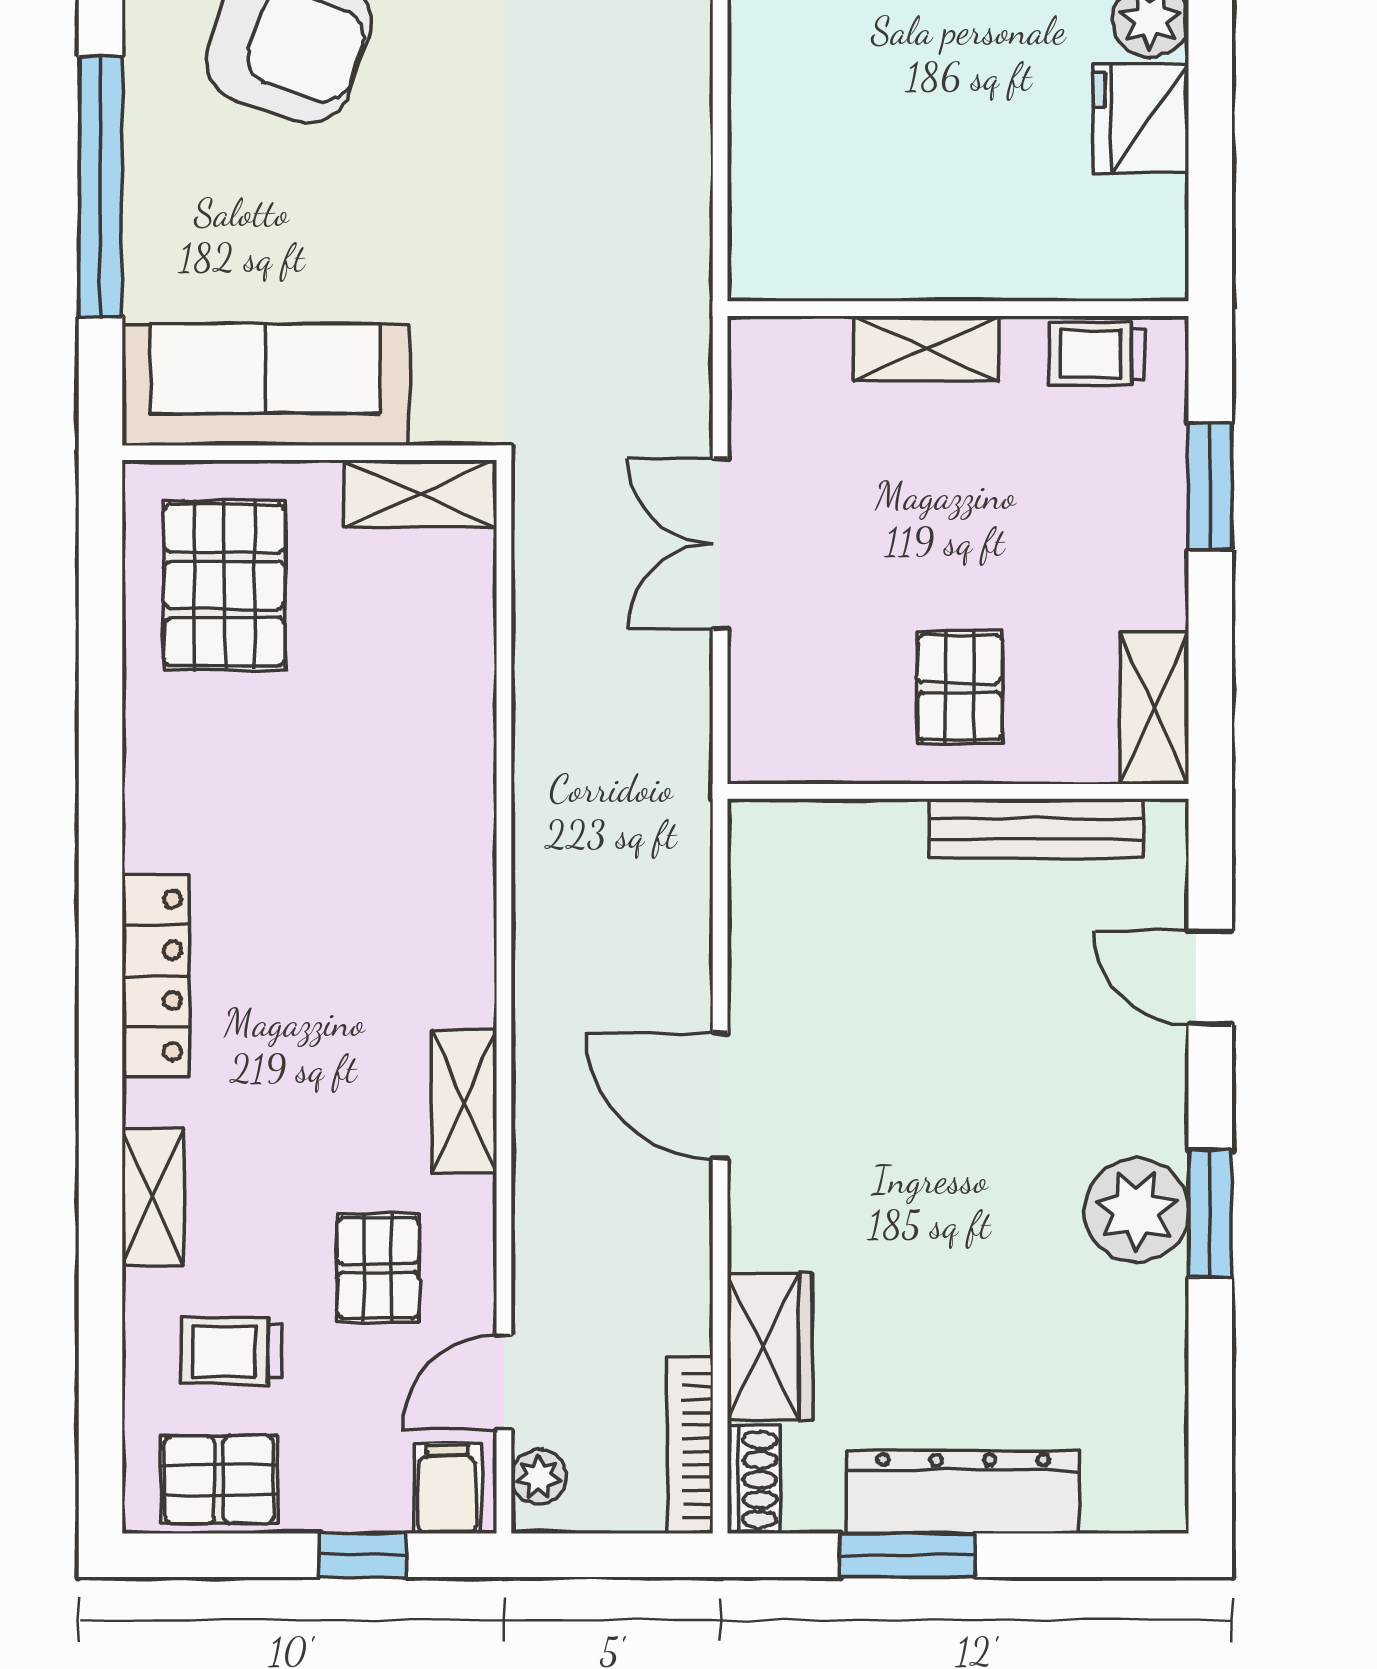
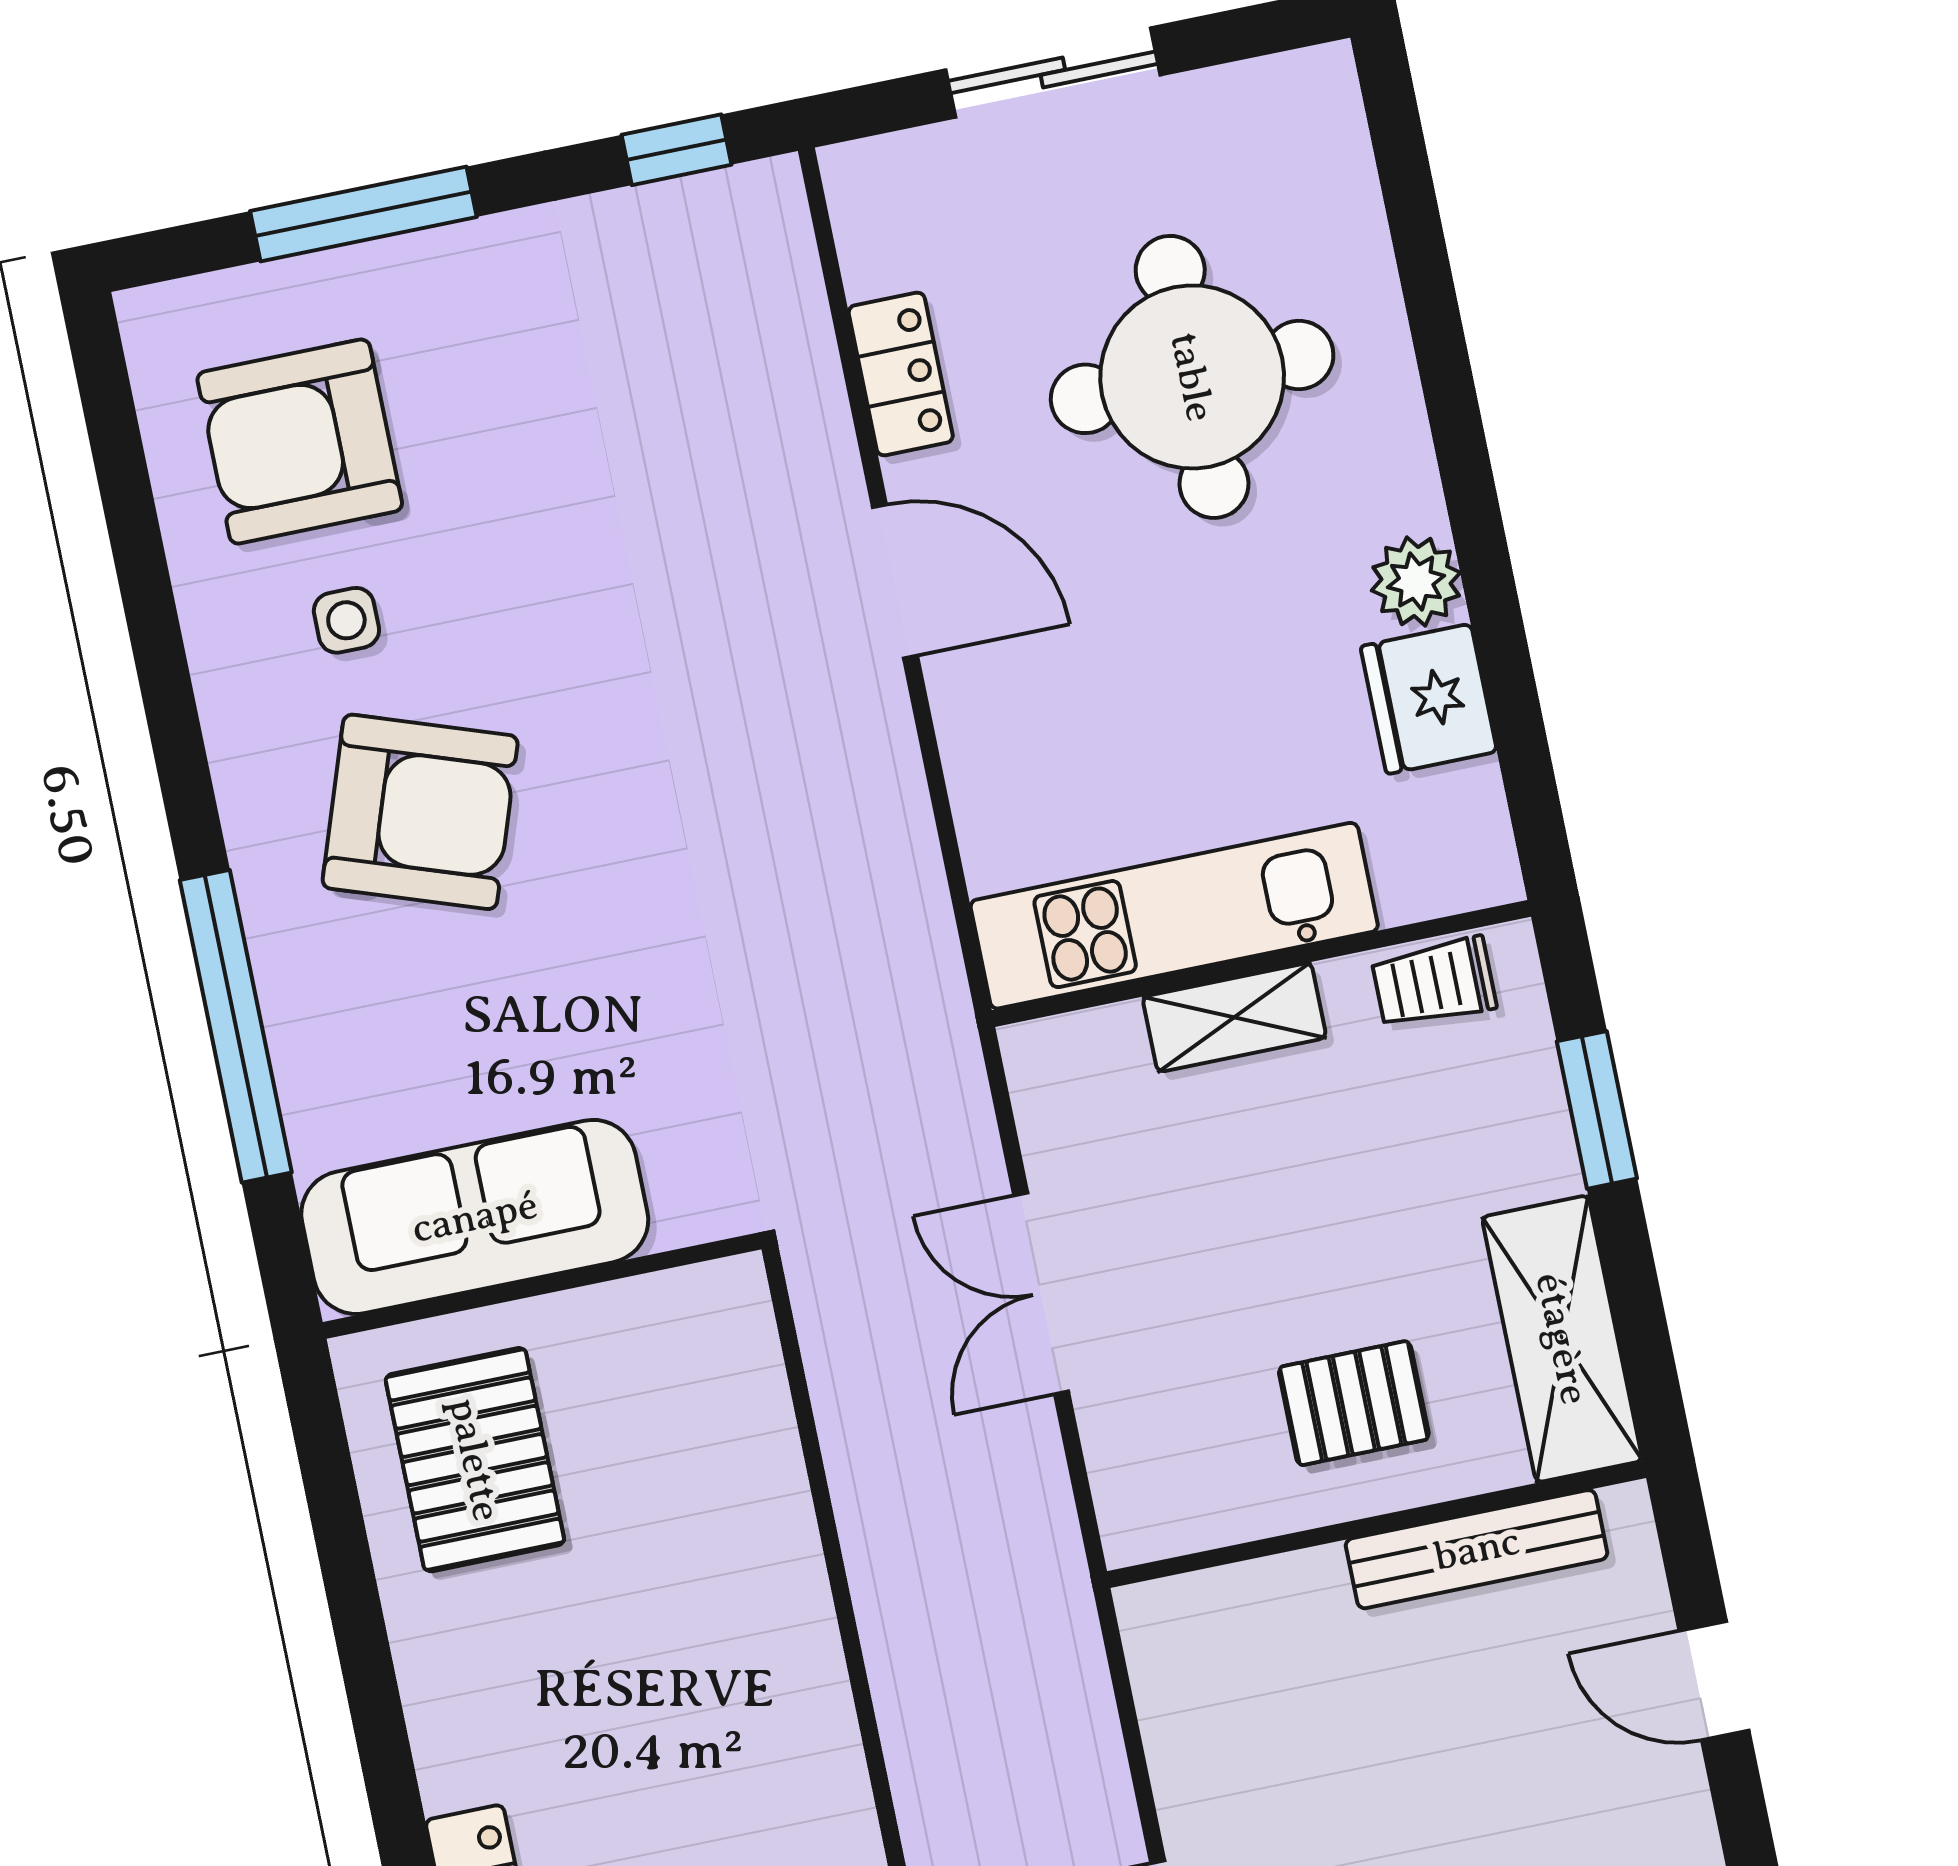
kitchen unit: (894, 254) -> (1174, 916), added
shelving: (419, 494) -> (680, 1307), removed
pallet: (960, 687) -> (1354, 1403), turned 90
shelving: (1154, 708) -> (1562, 1339), width x1.50, depth x1.33

